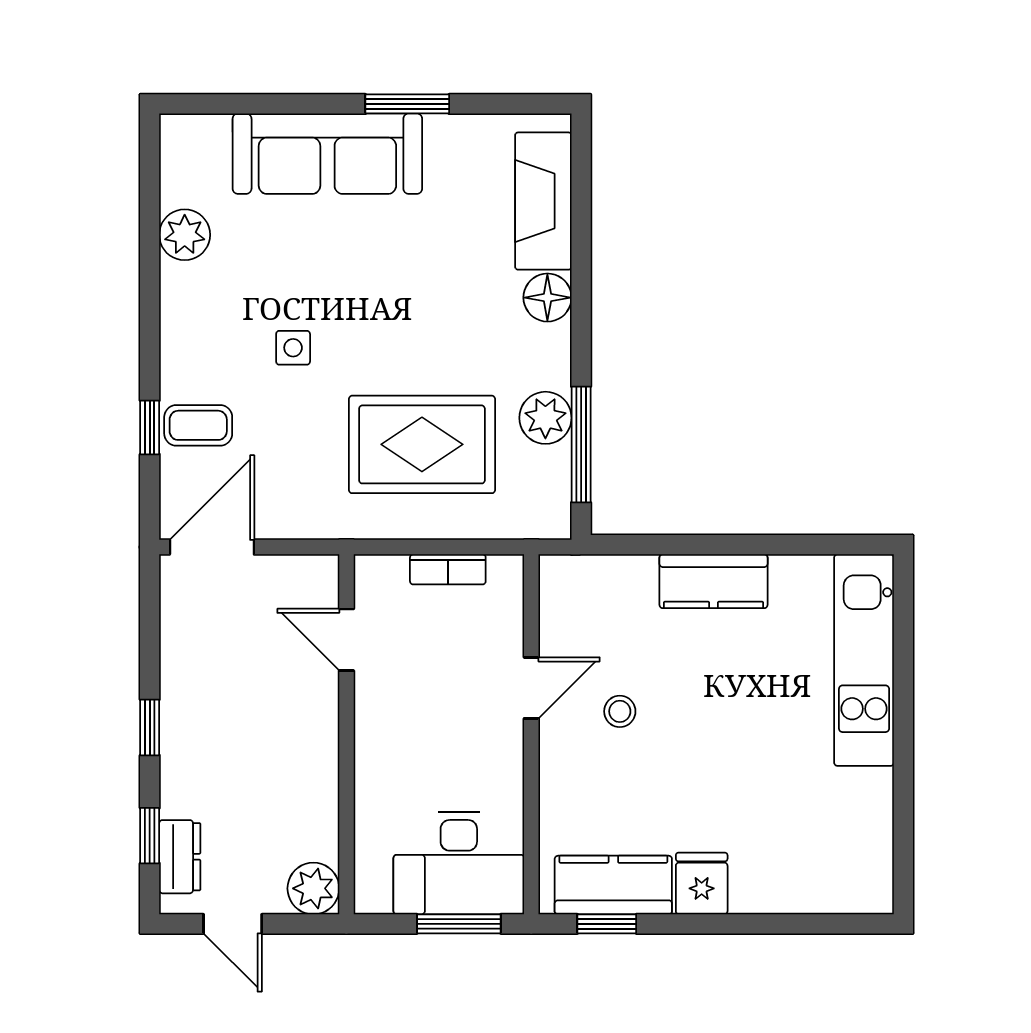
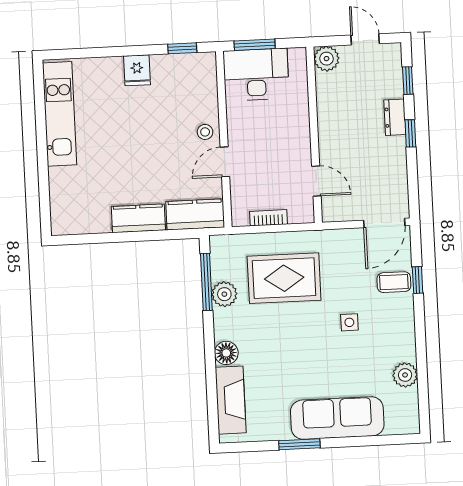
kitchen unit: (864, 660) -> (60, 114), moved
stool: (620, 711) -> (205, 132), moved
dresser: (180, 857) -> (395, 117), moved
kitchen counter: (613, 885) -> (195, 214), moved, turned 180

